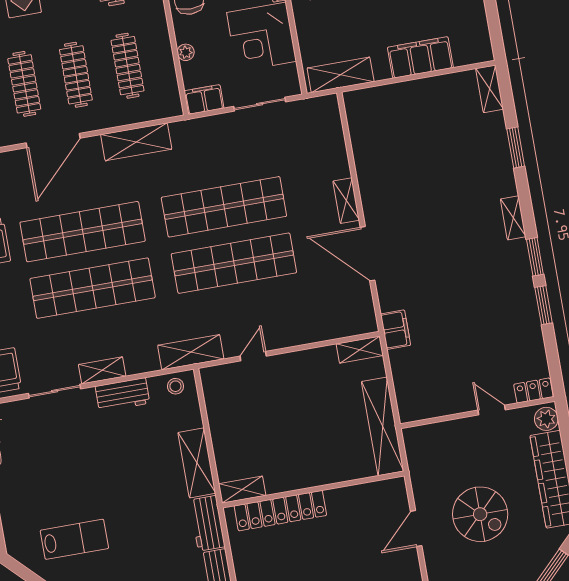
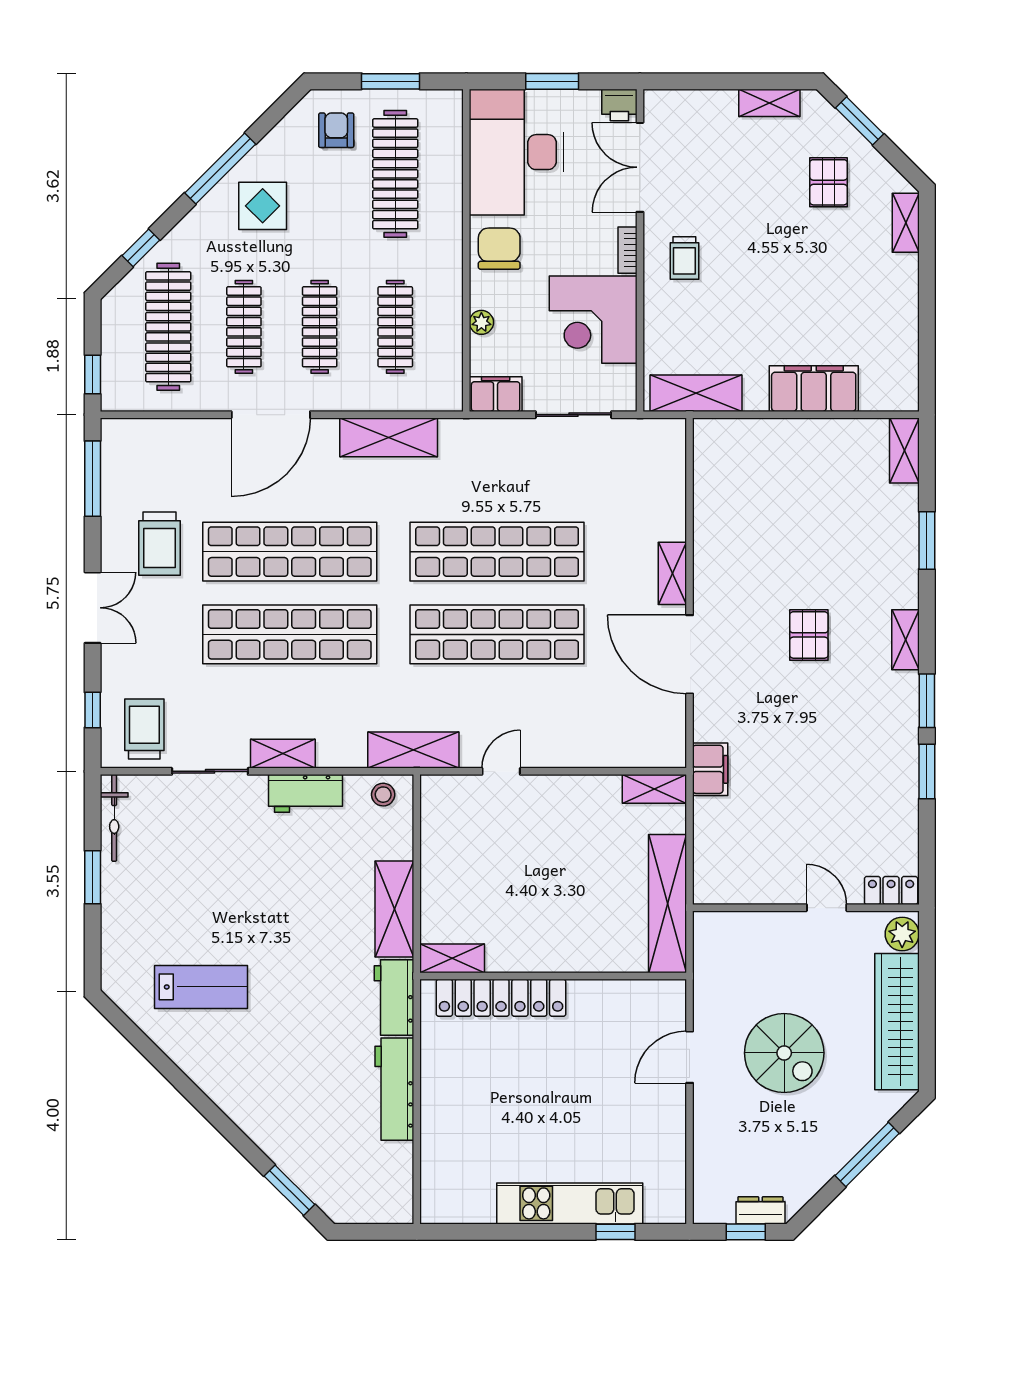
pallet: (447, 226) -> (809, 635), added

